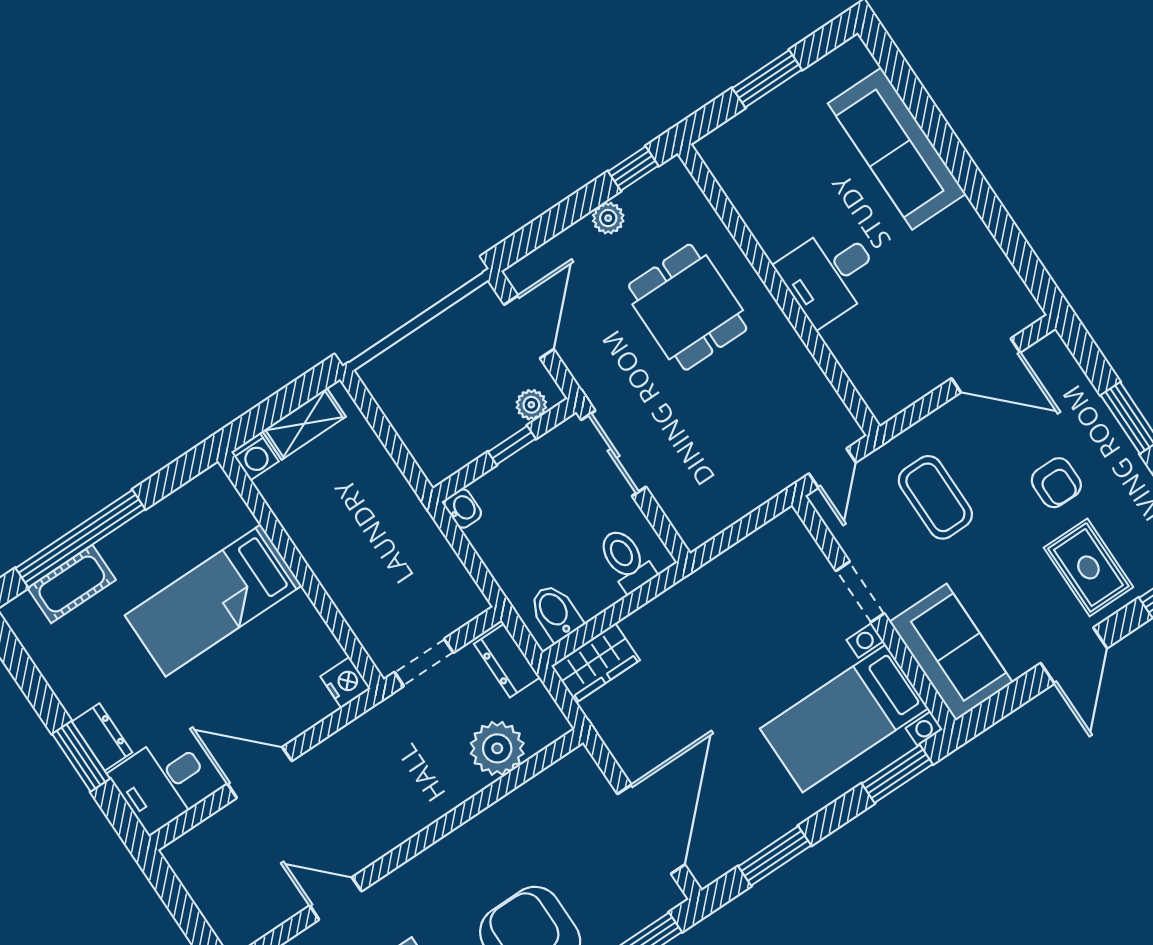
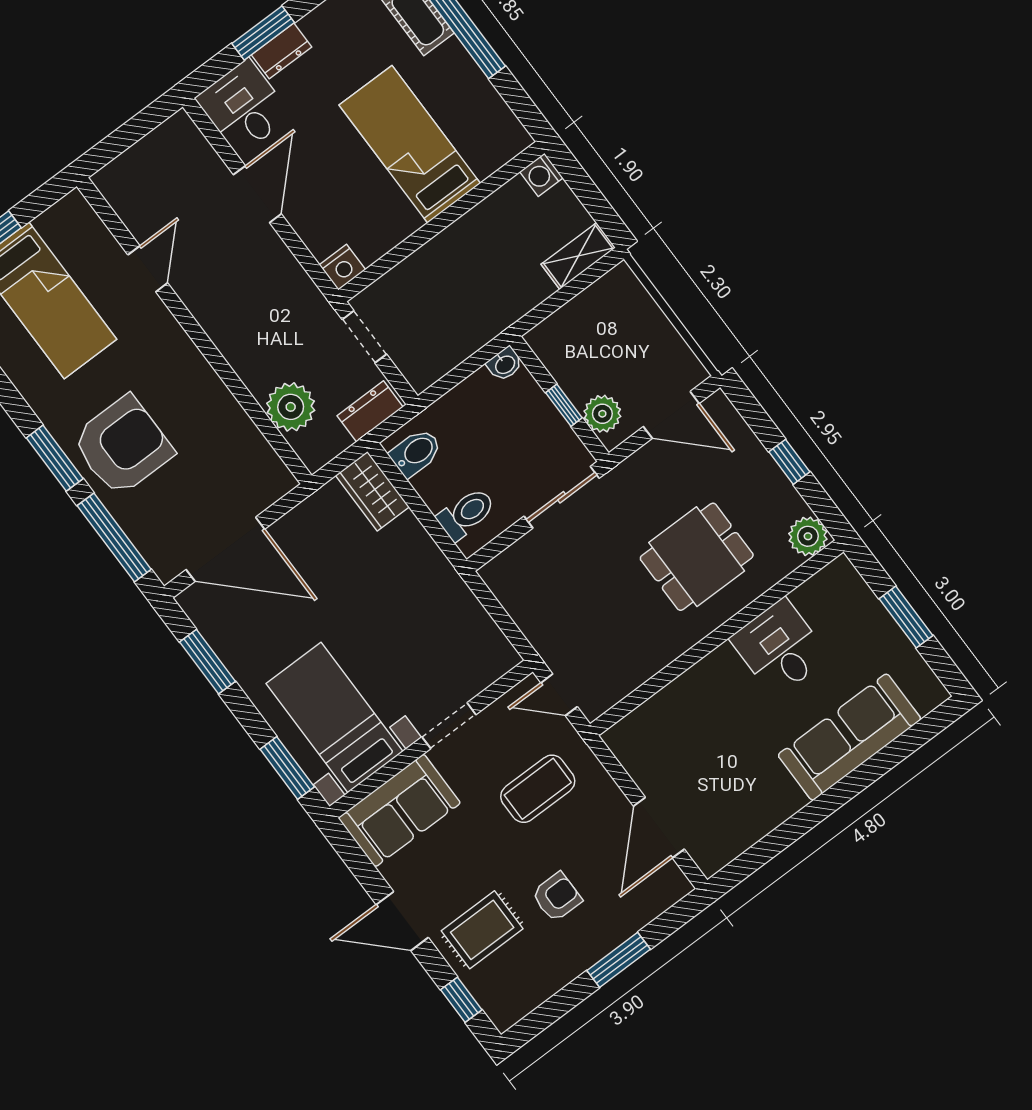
window: (633, 168) -> (789, 462), moved
plant: (608, 218) -> (808, 536), moved, width x1.38, depth x1.38
desk: (829, 274) -> (780, 648), moved
plant: (531, 405) -> (602, 414), width x1.38, depth x1.38
shelving: (304, 424) -> (578, 256), moved, turned 90
armchair: (1056, 483) -> (557, 897), turned 180

